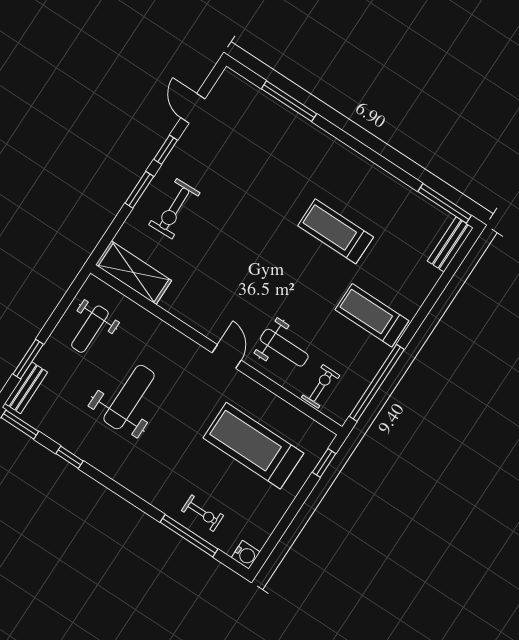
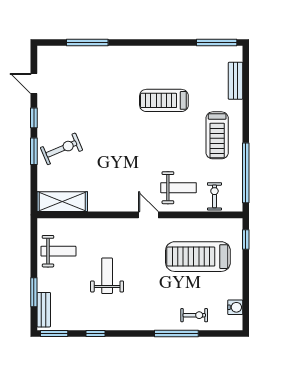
exercise bike: (174, 209) -> (61, 149), turned -111
bench: (450, 244) -> (236, 81), moved
treadmill: (372, 315) -> (217, 135), turned -90
weight bench: (90, 329) -> (58, 251), turned -90
weight bench: (129, 397) -> (107, 276), width x0.73, depth x0.75
window: (189, 536) -> (176, 333), moved
water cooler: (246, 555) -> (235, 307), moved

